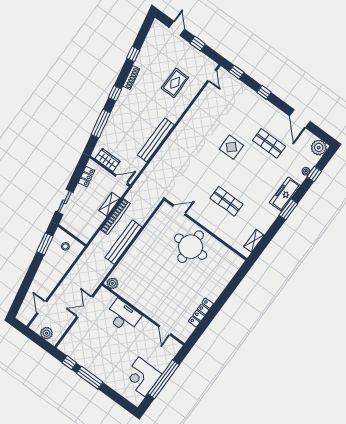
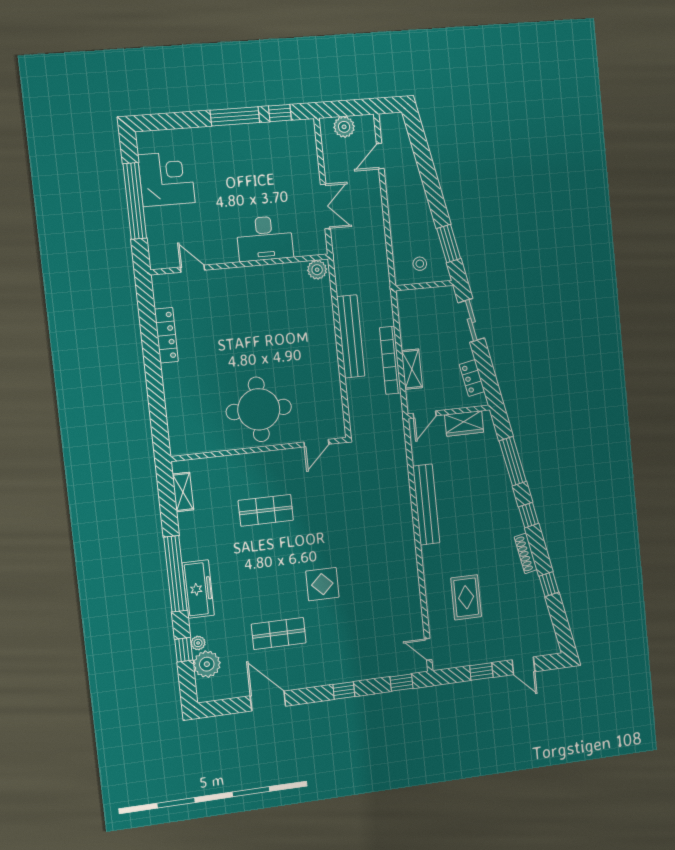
plant: (319, 148) -> (207, 664), moved
window: (288, 209) -> (175, 574), width x2.11
door: (42, 307) -> (380, 156), swing flipped

